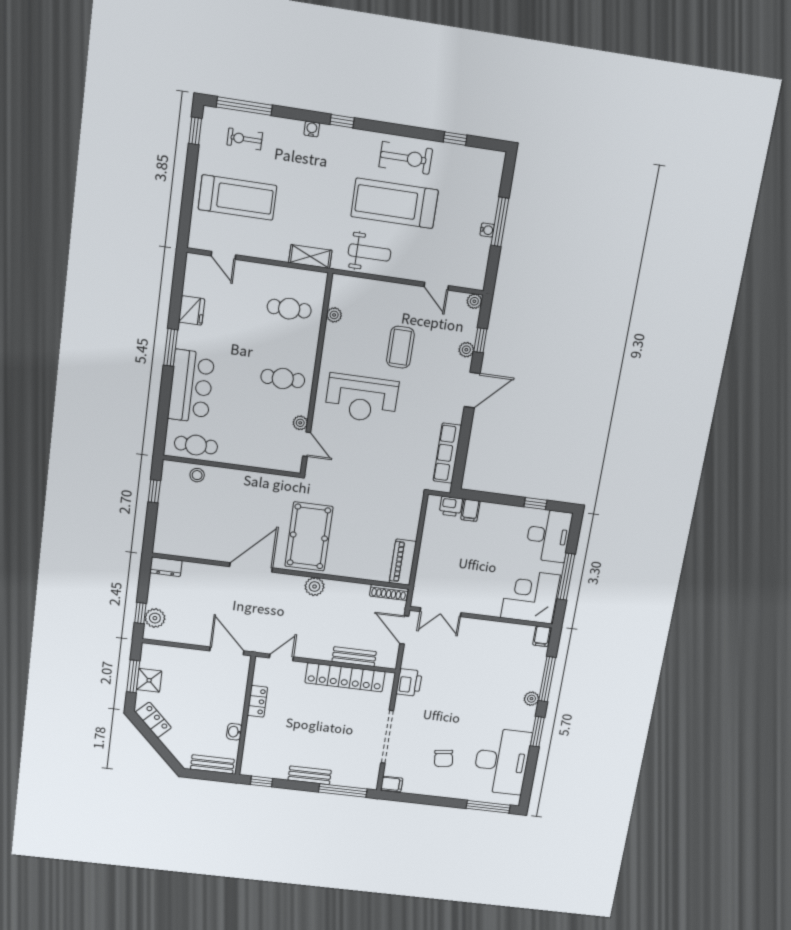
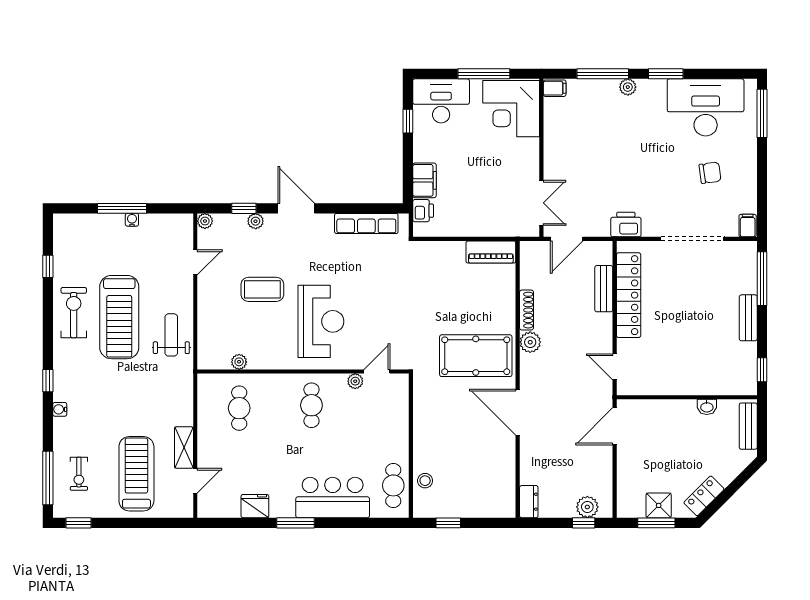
shelving: (310, 256) -> (184, 448), moved
filing cabinet: (470, 510) -> (424, 180), width x2.00
shoe rack: (389, 592) -> (526, 310), moved
locker: (257, 701) -> (668, 386), removed

